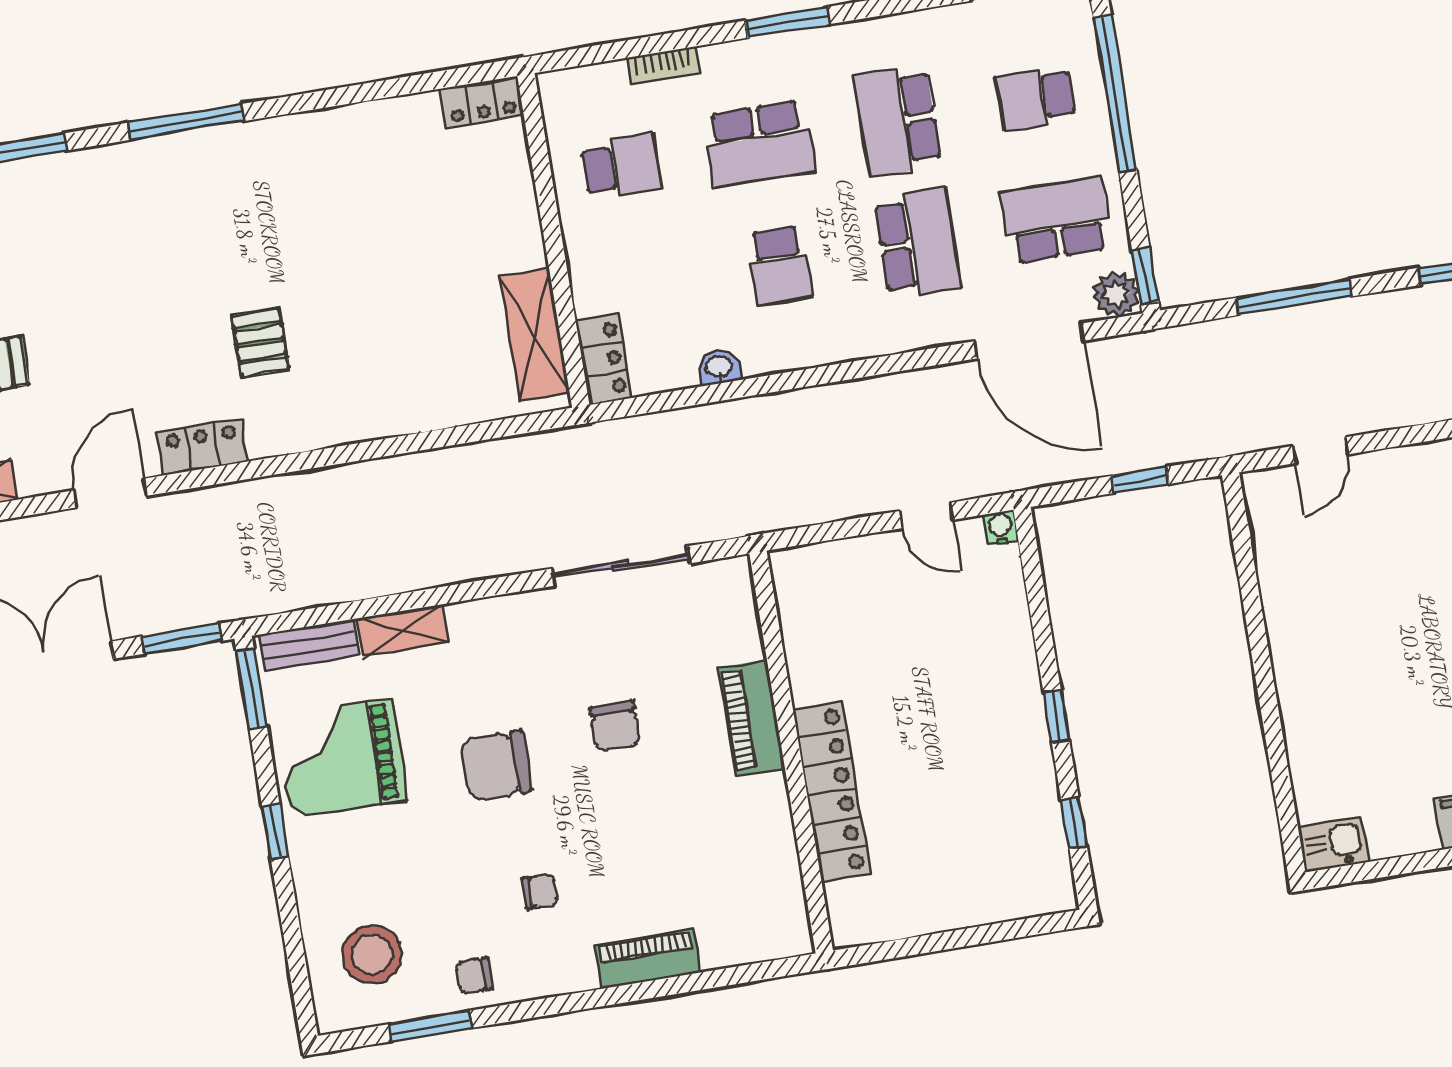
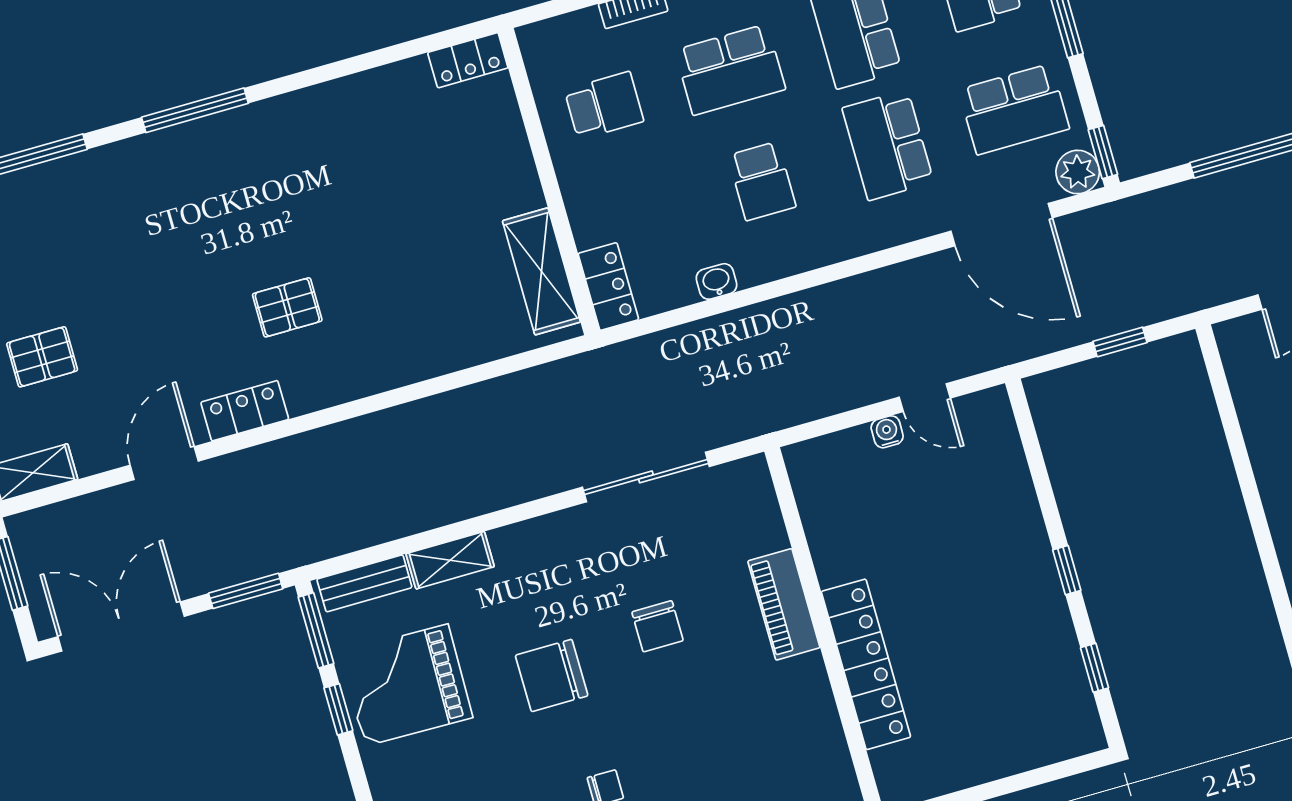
school desk: (1056, 220) -> (1014, 109), turned 180
school desk: (918, 243) -> (888, 145), turned 180
pallet: (260, 342) -> (287, 307), turned 90
water cooler: (1001, 528) -> (887, 432), moved
window: (275, 831) -> (338, 709), moved

